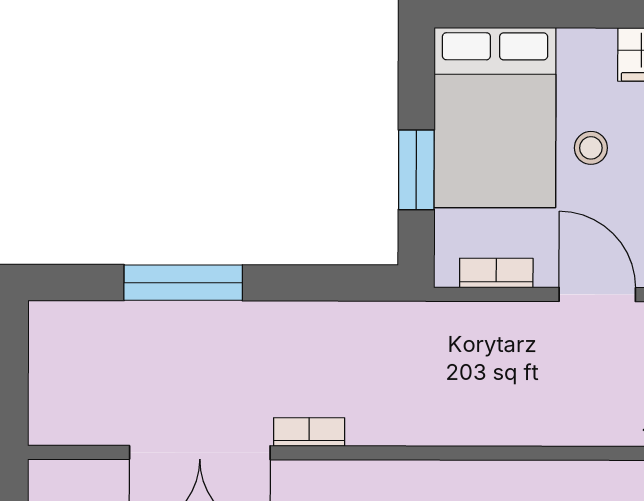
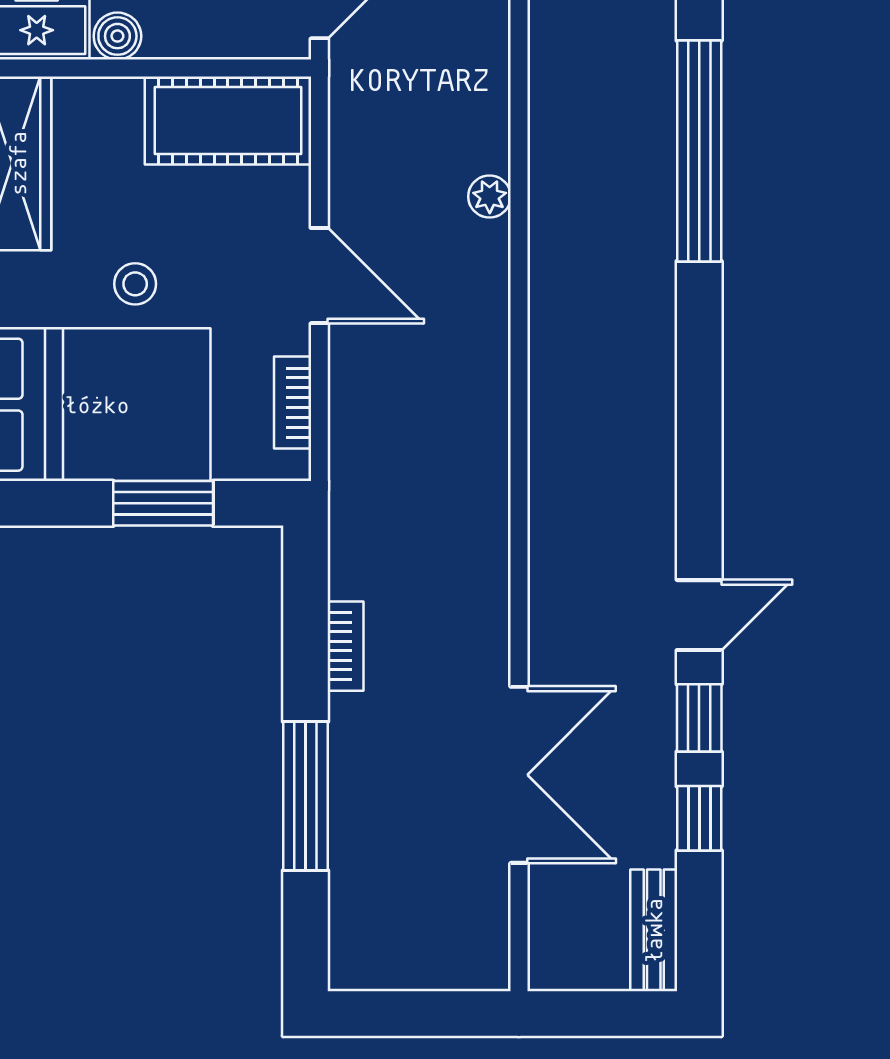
door: (597, 294) -> (319, 276), swing flipped
bookcase: (309, 432) -> (346, 646), moved, turned 180

